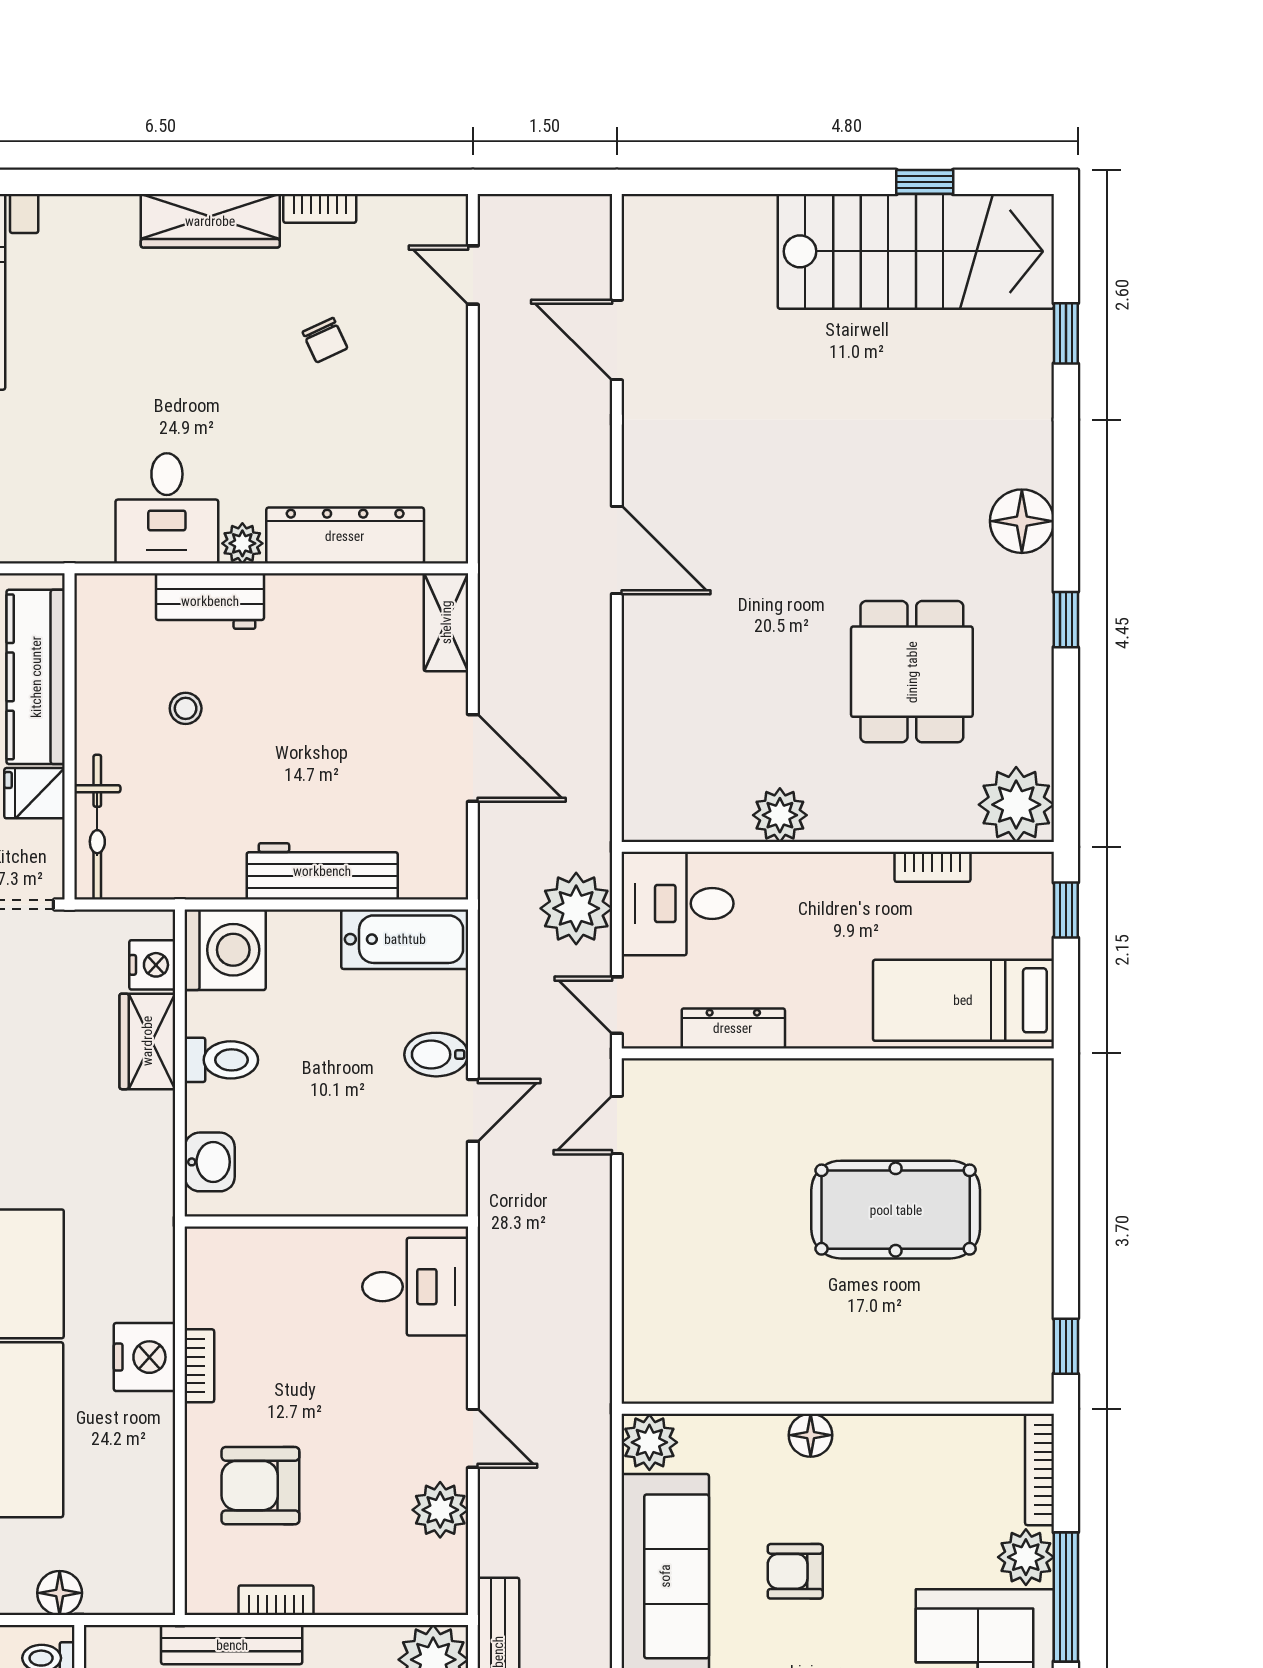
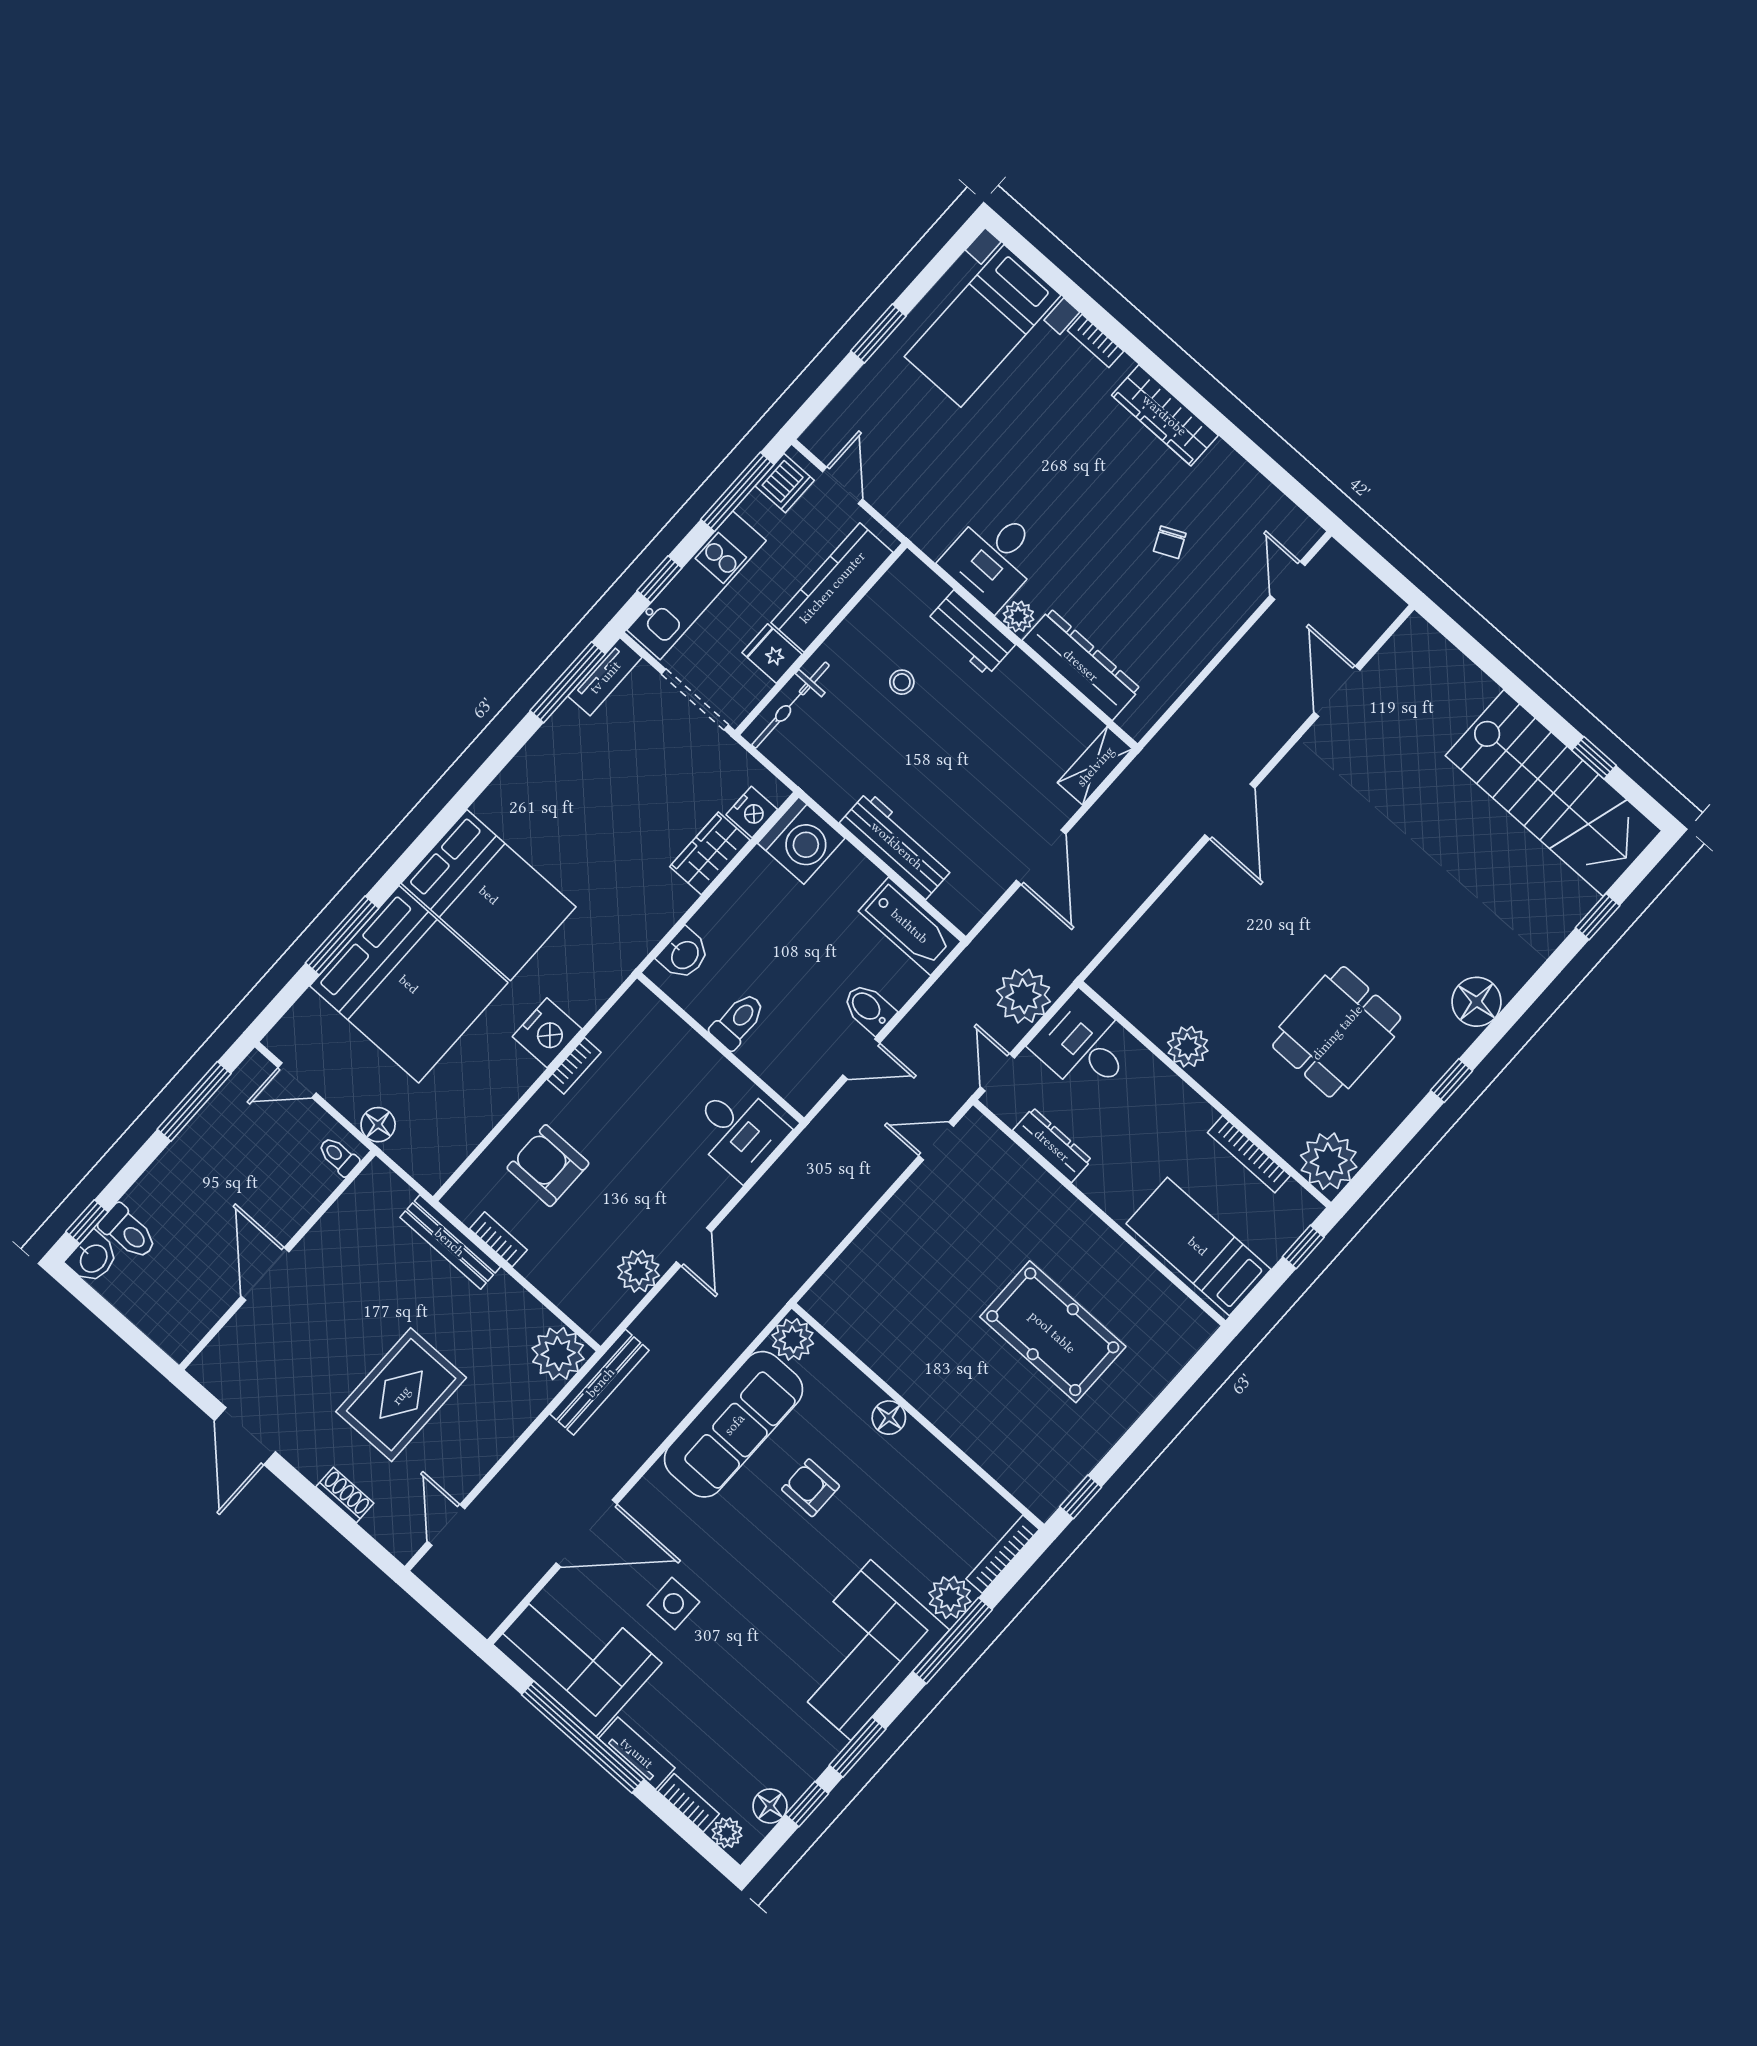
bookcase: (320, 208) -> (1096, 341), moved
bookcase: (932, 867) -> (1249, 1154), width x1.56
toilet: (221, 1060) -> (738, 1021), moved, turned -90

